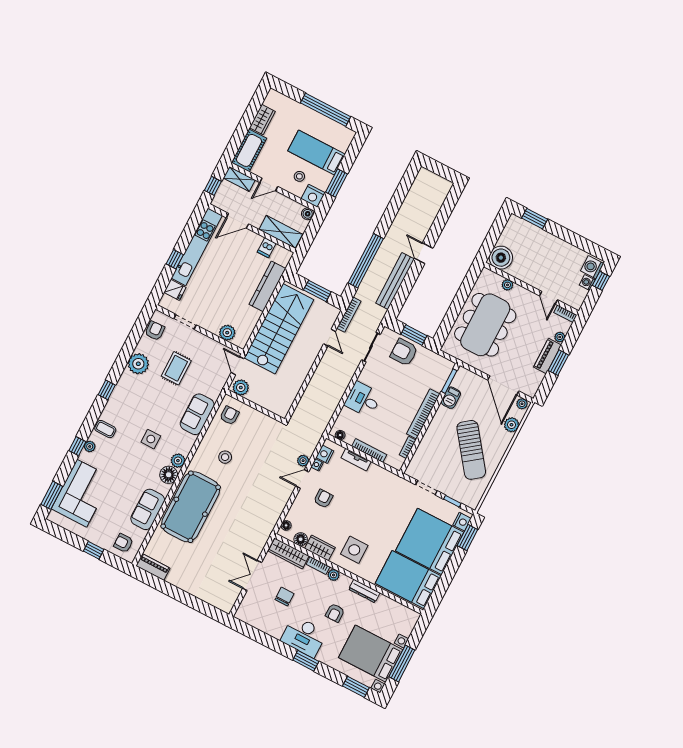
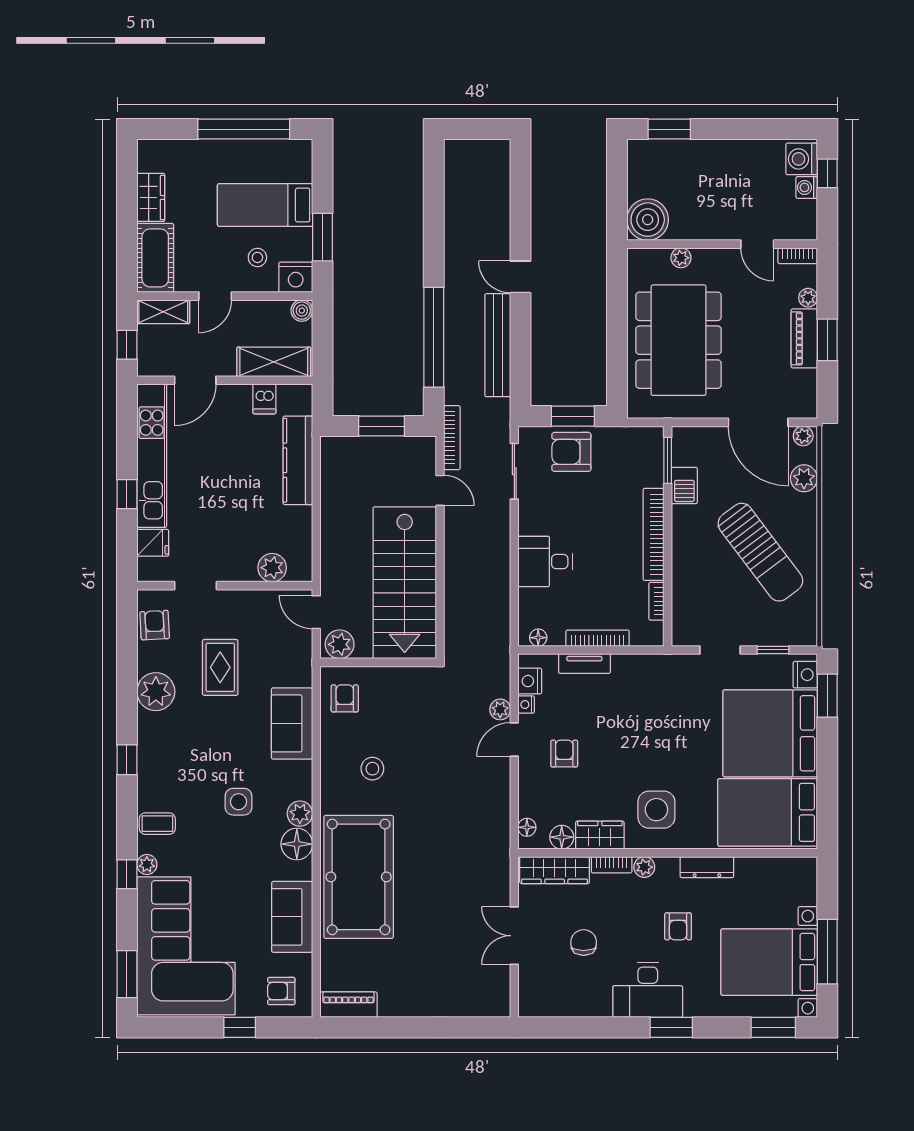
stairs: (279, 329) -> (405, 583), moved, turned 180
corner sofa: (82, 493) -> (186, 946), width x1.36, depth x1.36

